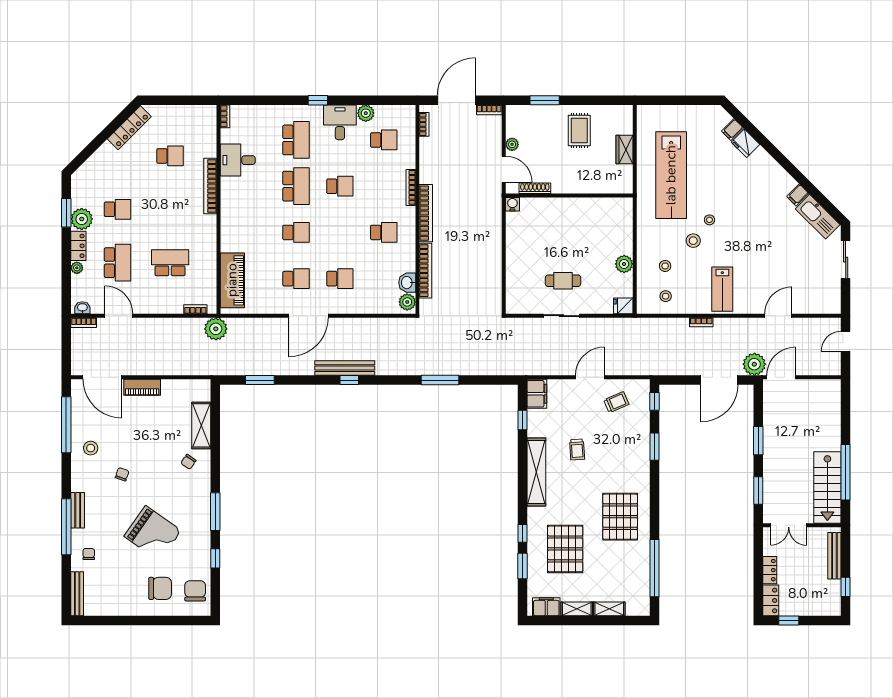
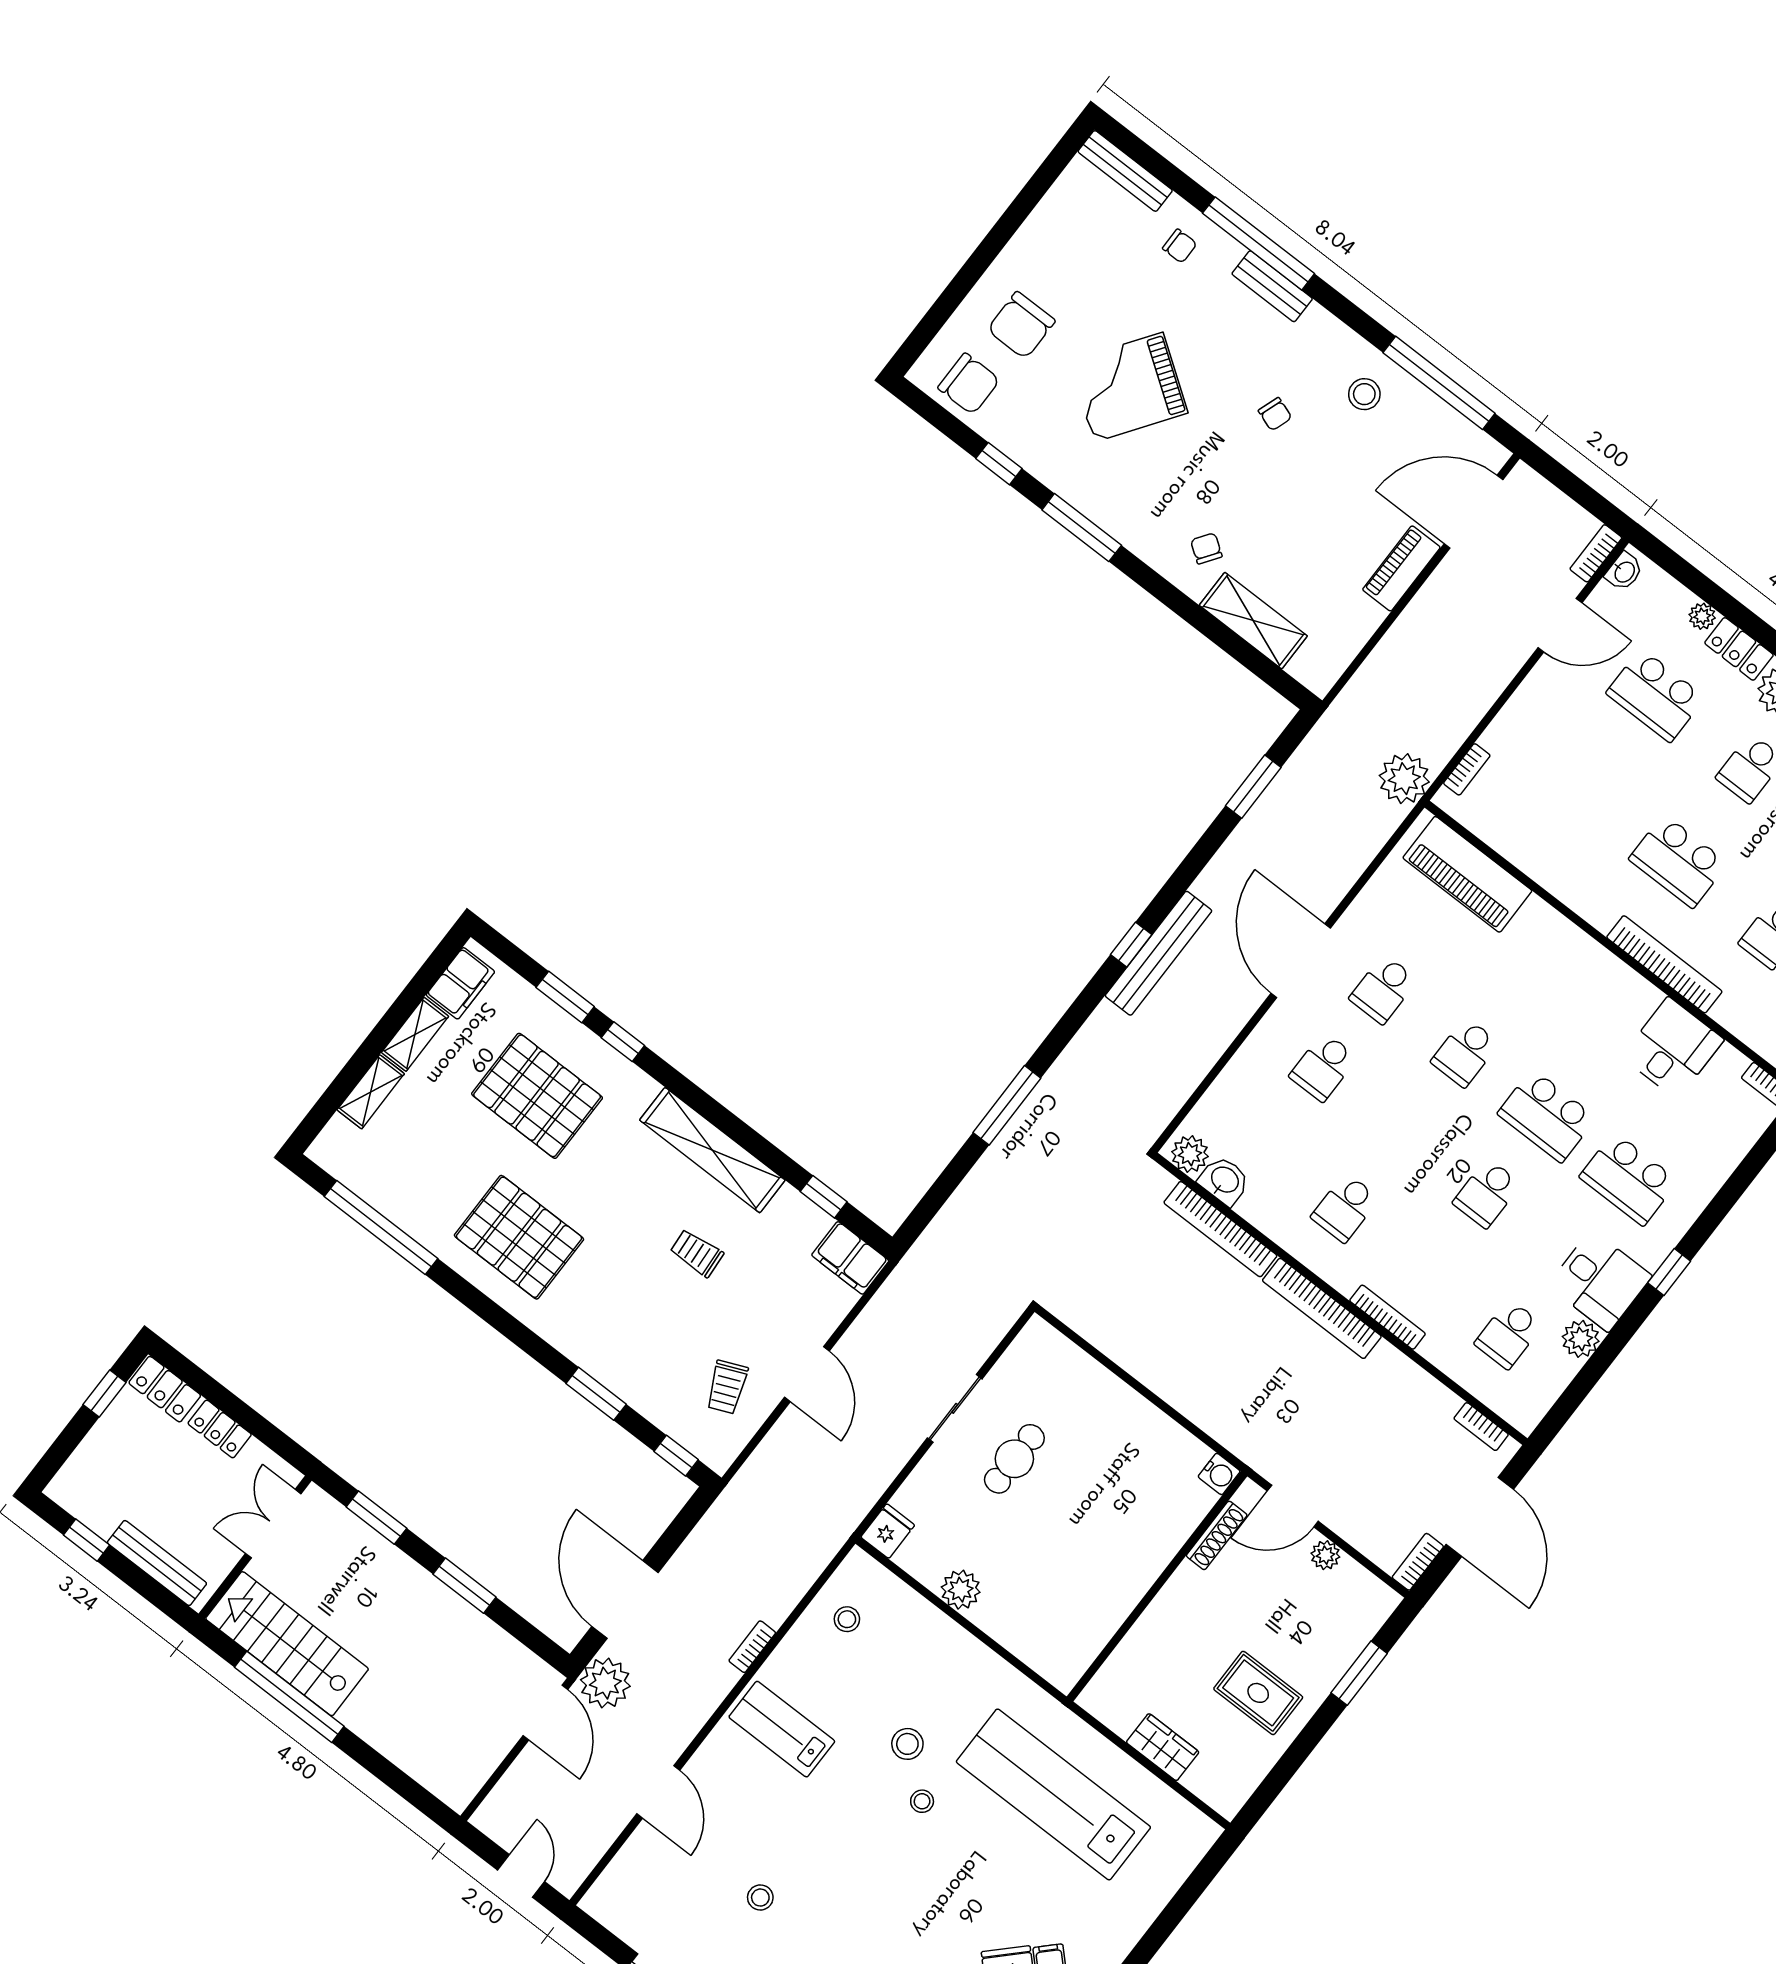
school desk: (170, 263) -> (1678, 861), moved, turned 90
stool: (665, 266) -> (760, 1898), moved

